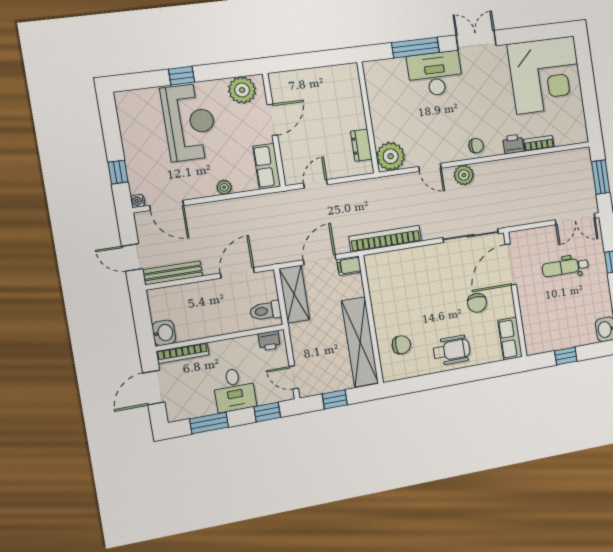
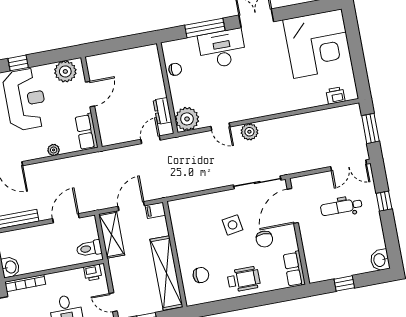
bookcase: (539, 143) -> (314, 102), removed
printer: (513, 144) -> (336, 95), moved
chair: (476, 146) -> (175, 69), moved
door: (316, 184) -> (151, 140), moved
bookcase: (385, 239) -> (185, 187), removed
side table: (441, 285) -> (233, 225), added

